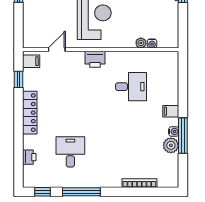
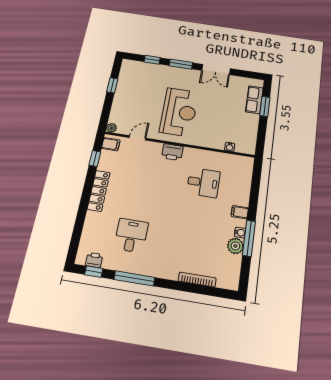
plant: (141, 43) -> (111, 128), moved
printer: (29, 157) -> (94, 260), moved, turned -90

